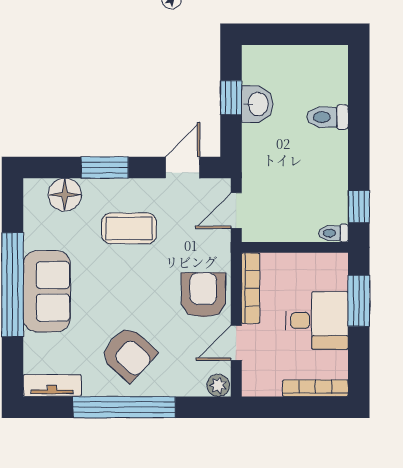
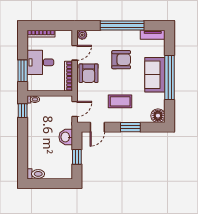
washbasin: (257, 104) -> (66, 137), moved
toilet: (328, 117) -> (36, 174), moved
floor lamp: (65, 195) -> (158, 116), moved
armchair: (128, 354) -> (121, 60), moved, turned 138

